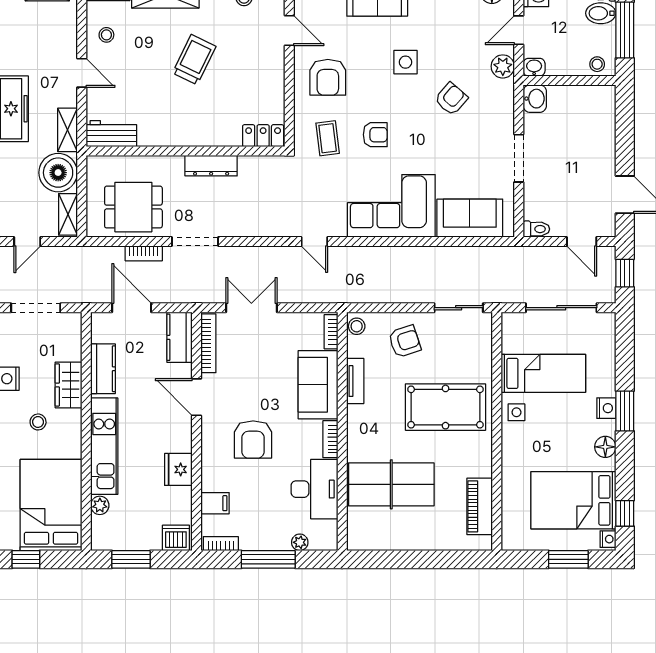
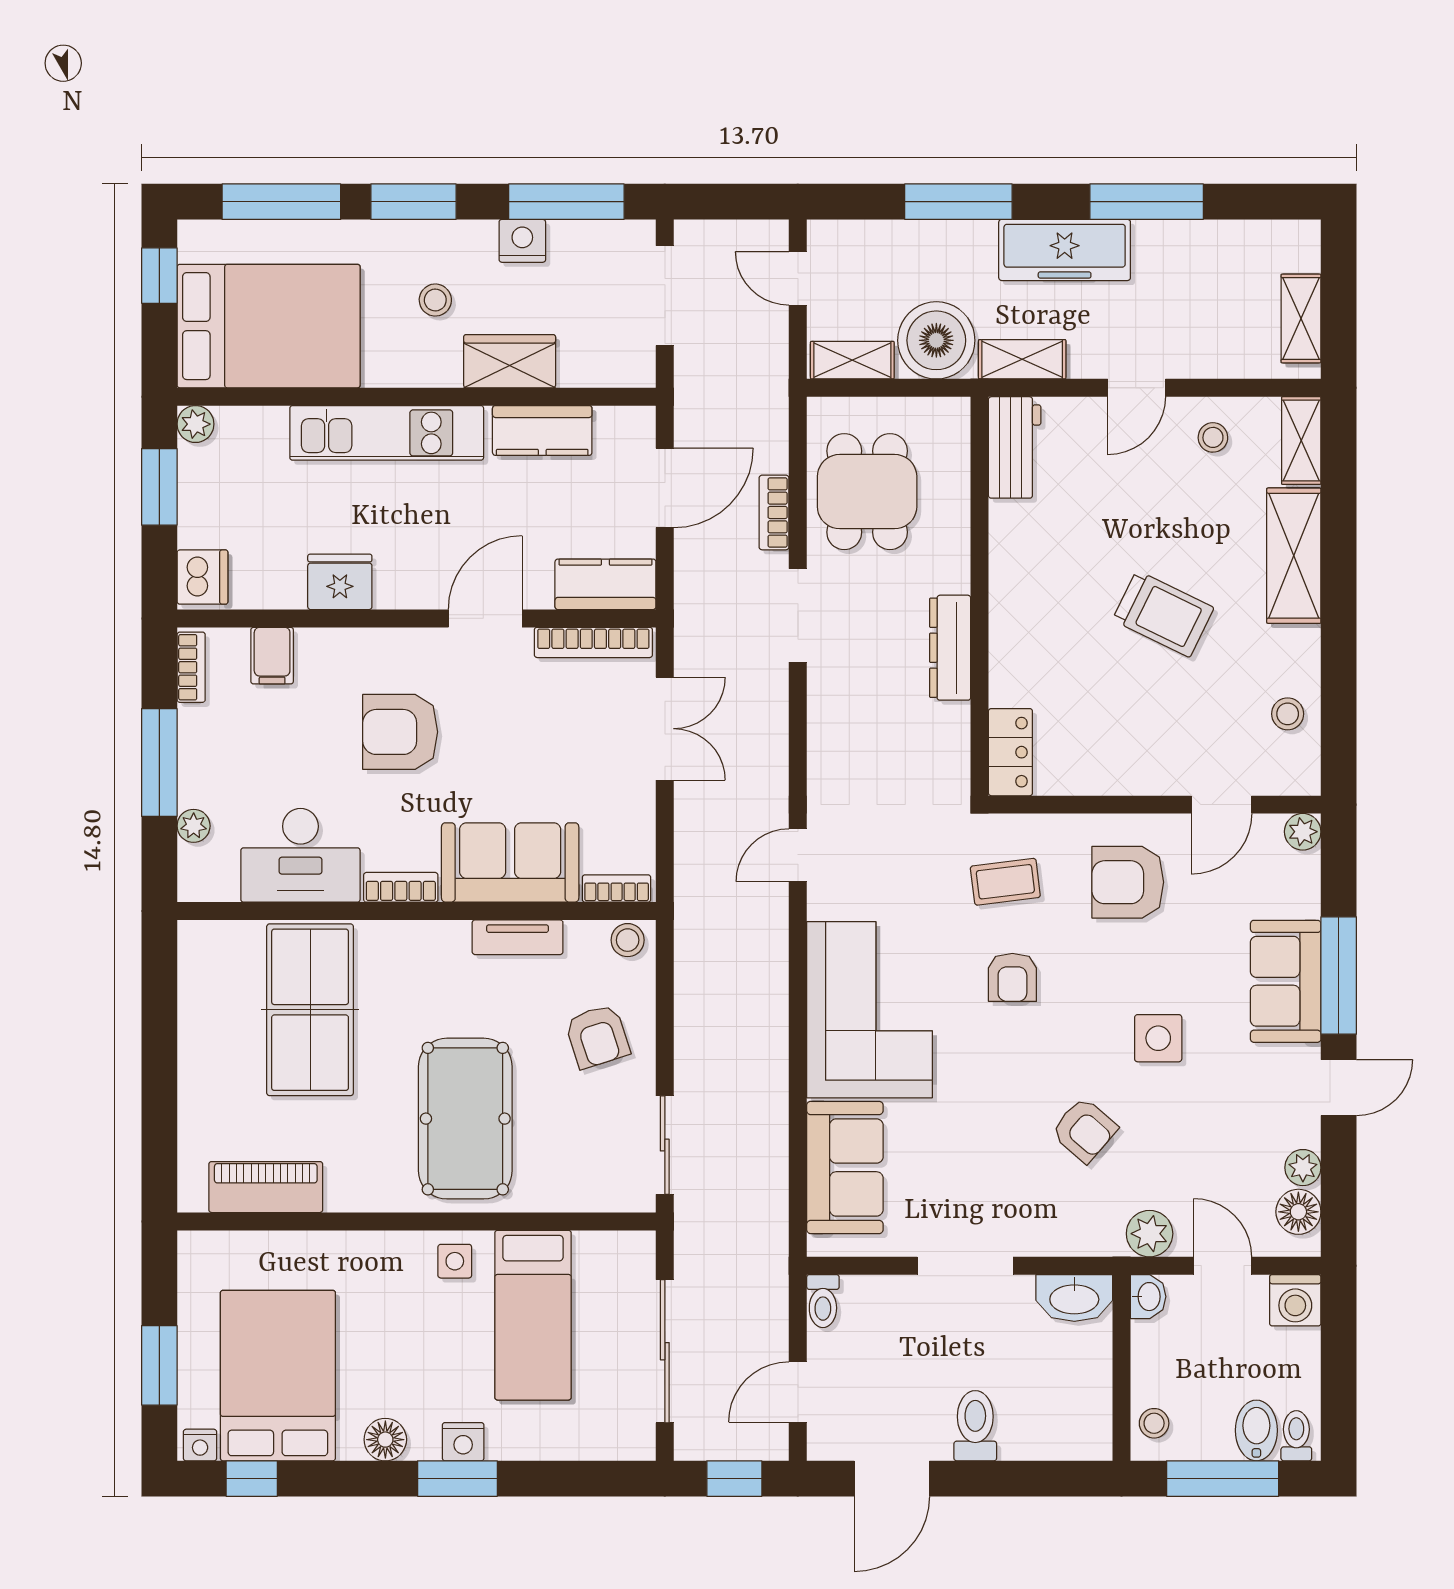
washbasin: (535, 99) -> (1074, 1298), width x1.38
toilet: (598, 153) -> (975, 1426), added
plant: (100, 505) -> (196, 424), moved

